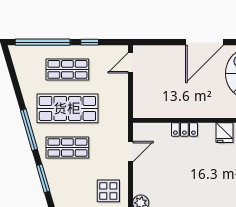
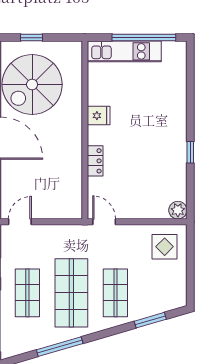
door: (130, 63) -> (20, 222), swing flipped
window: (29, 130) -> (60, 347), moved
door: (130, 152) -> (104, 222), moved

